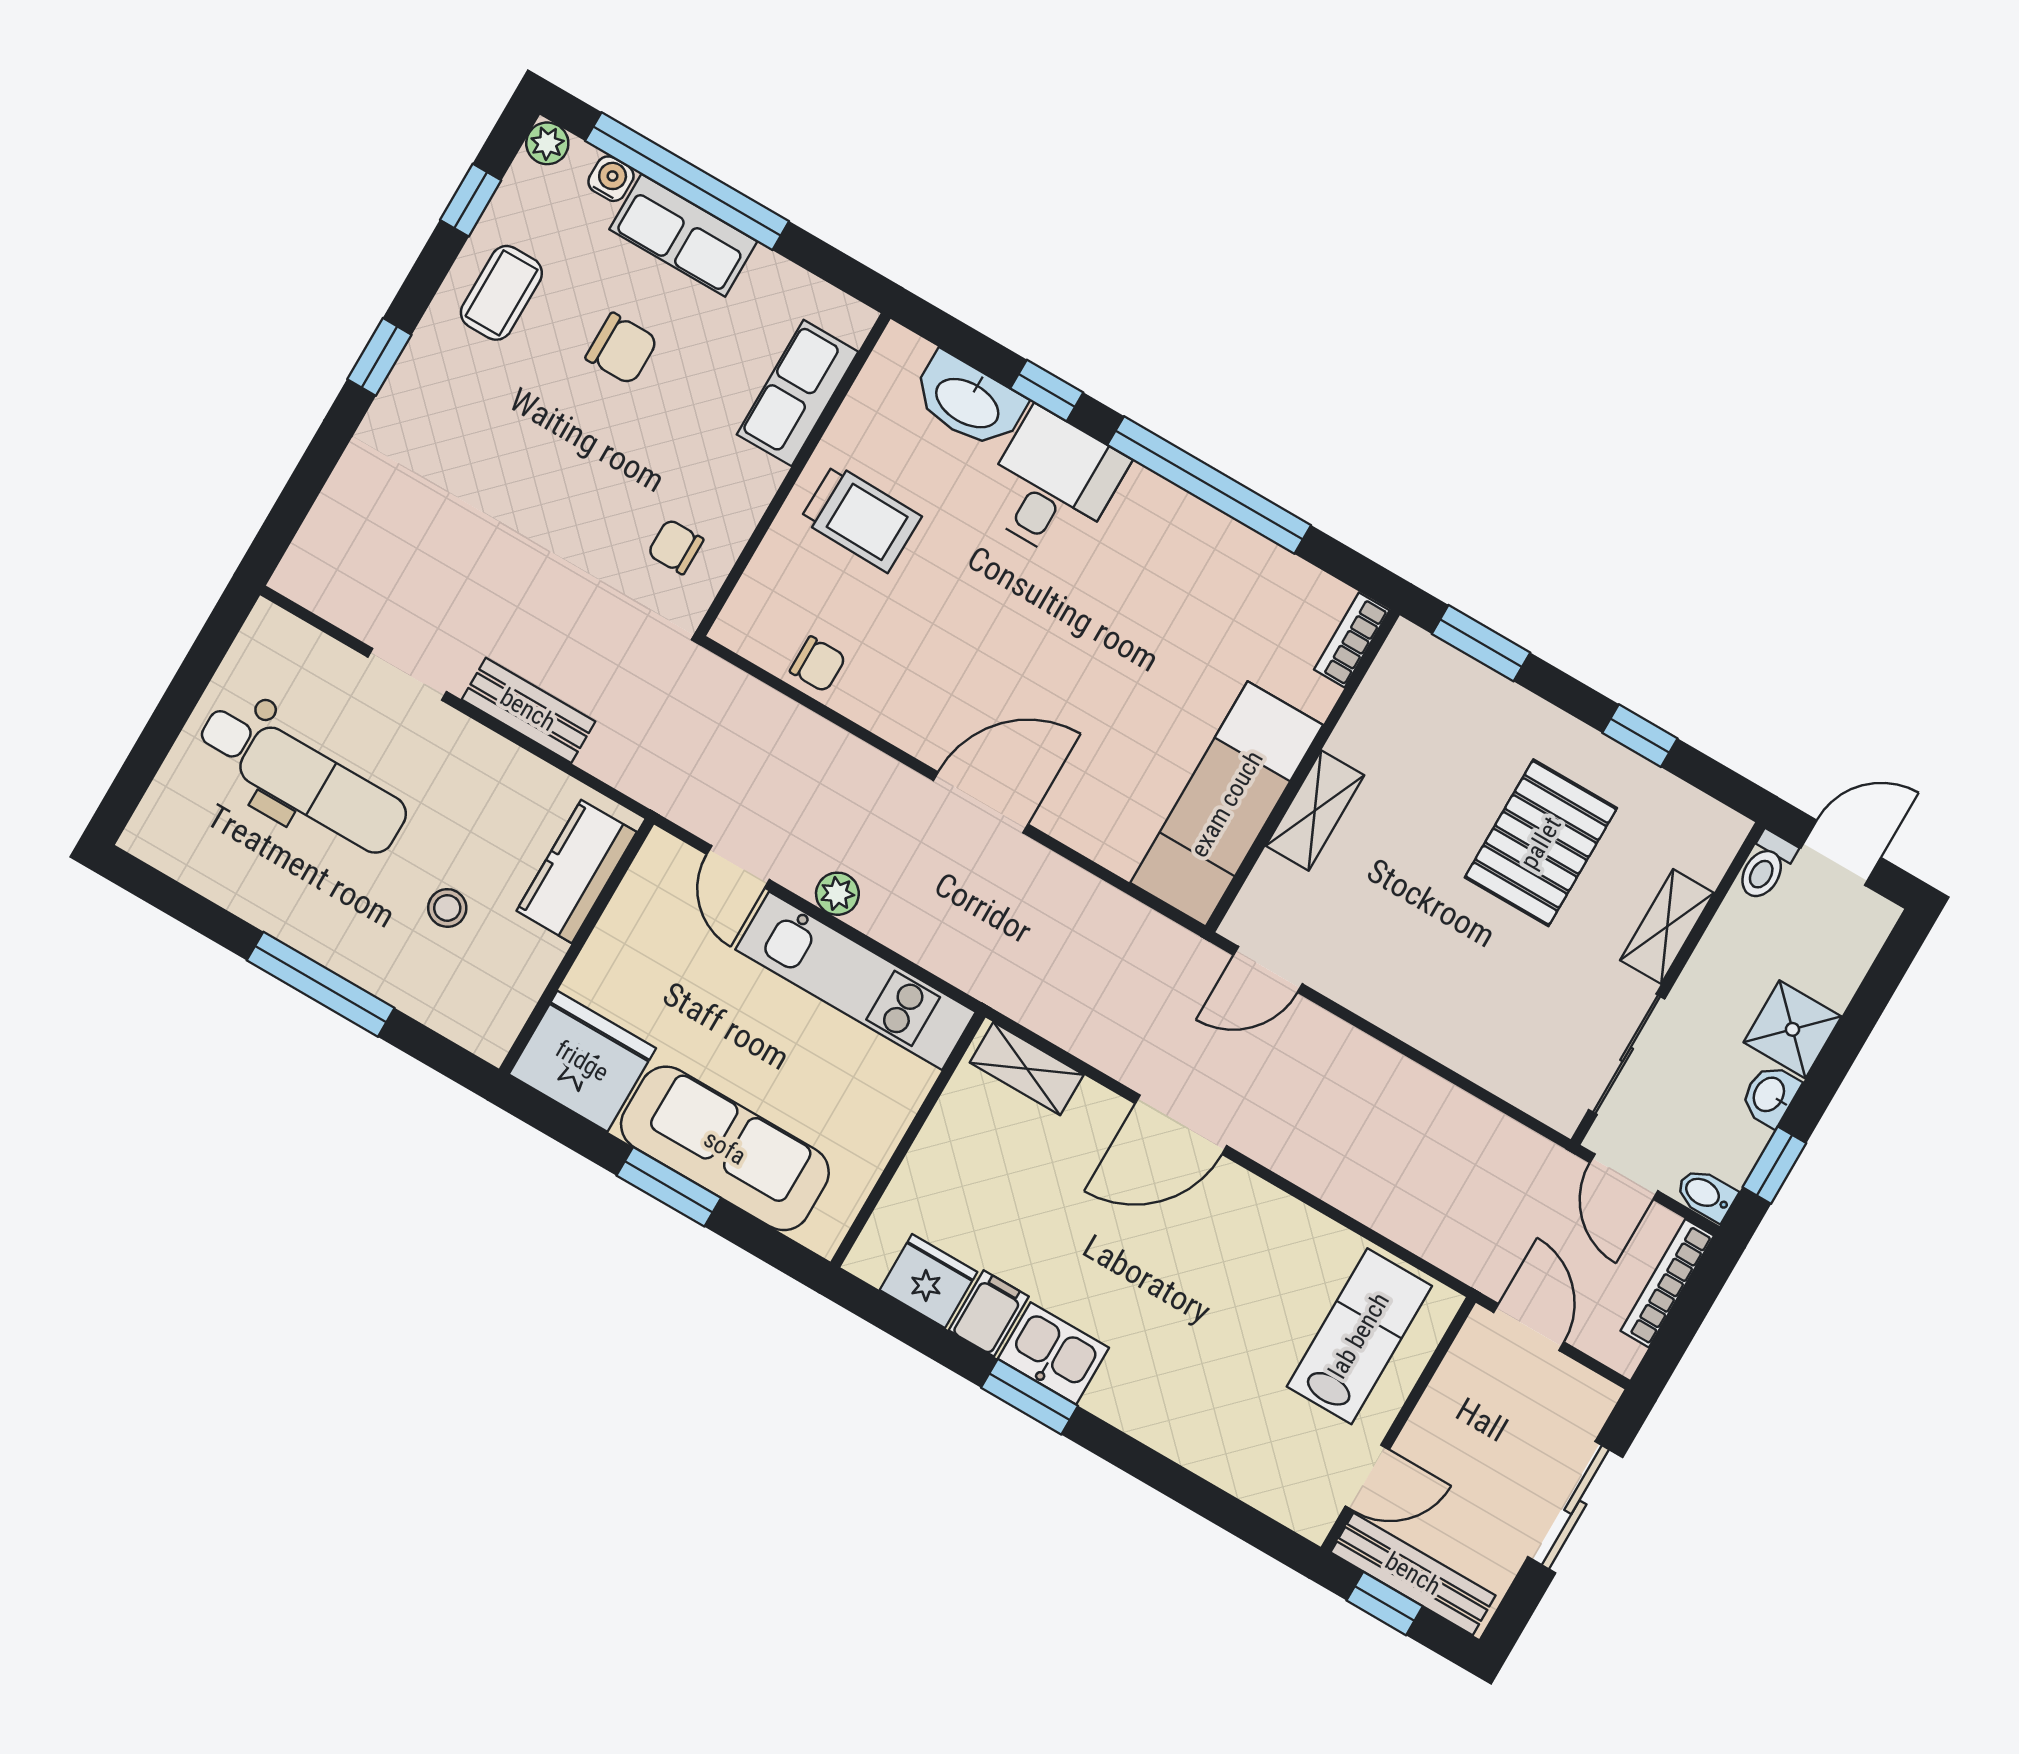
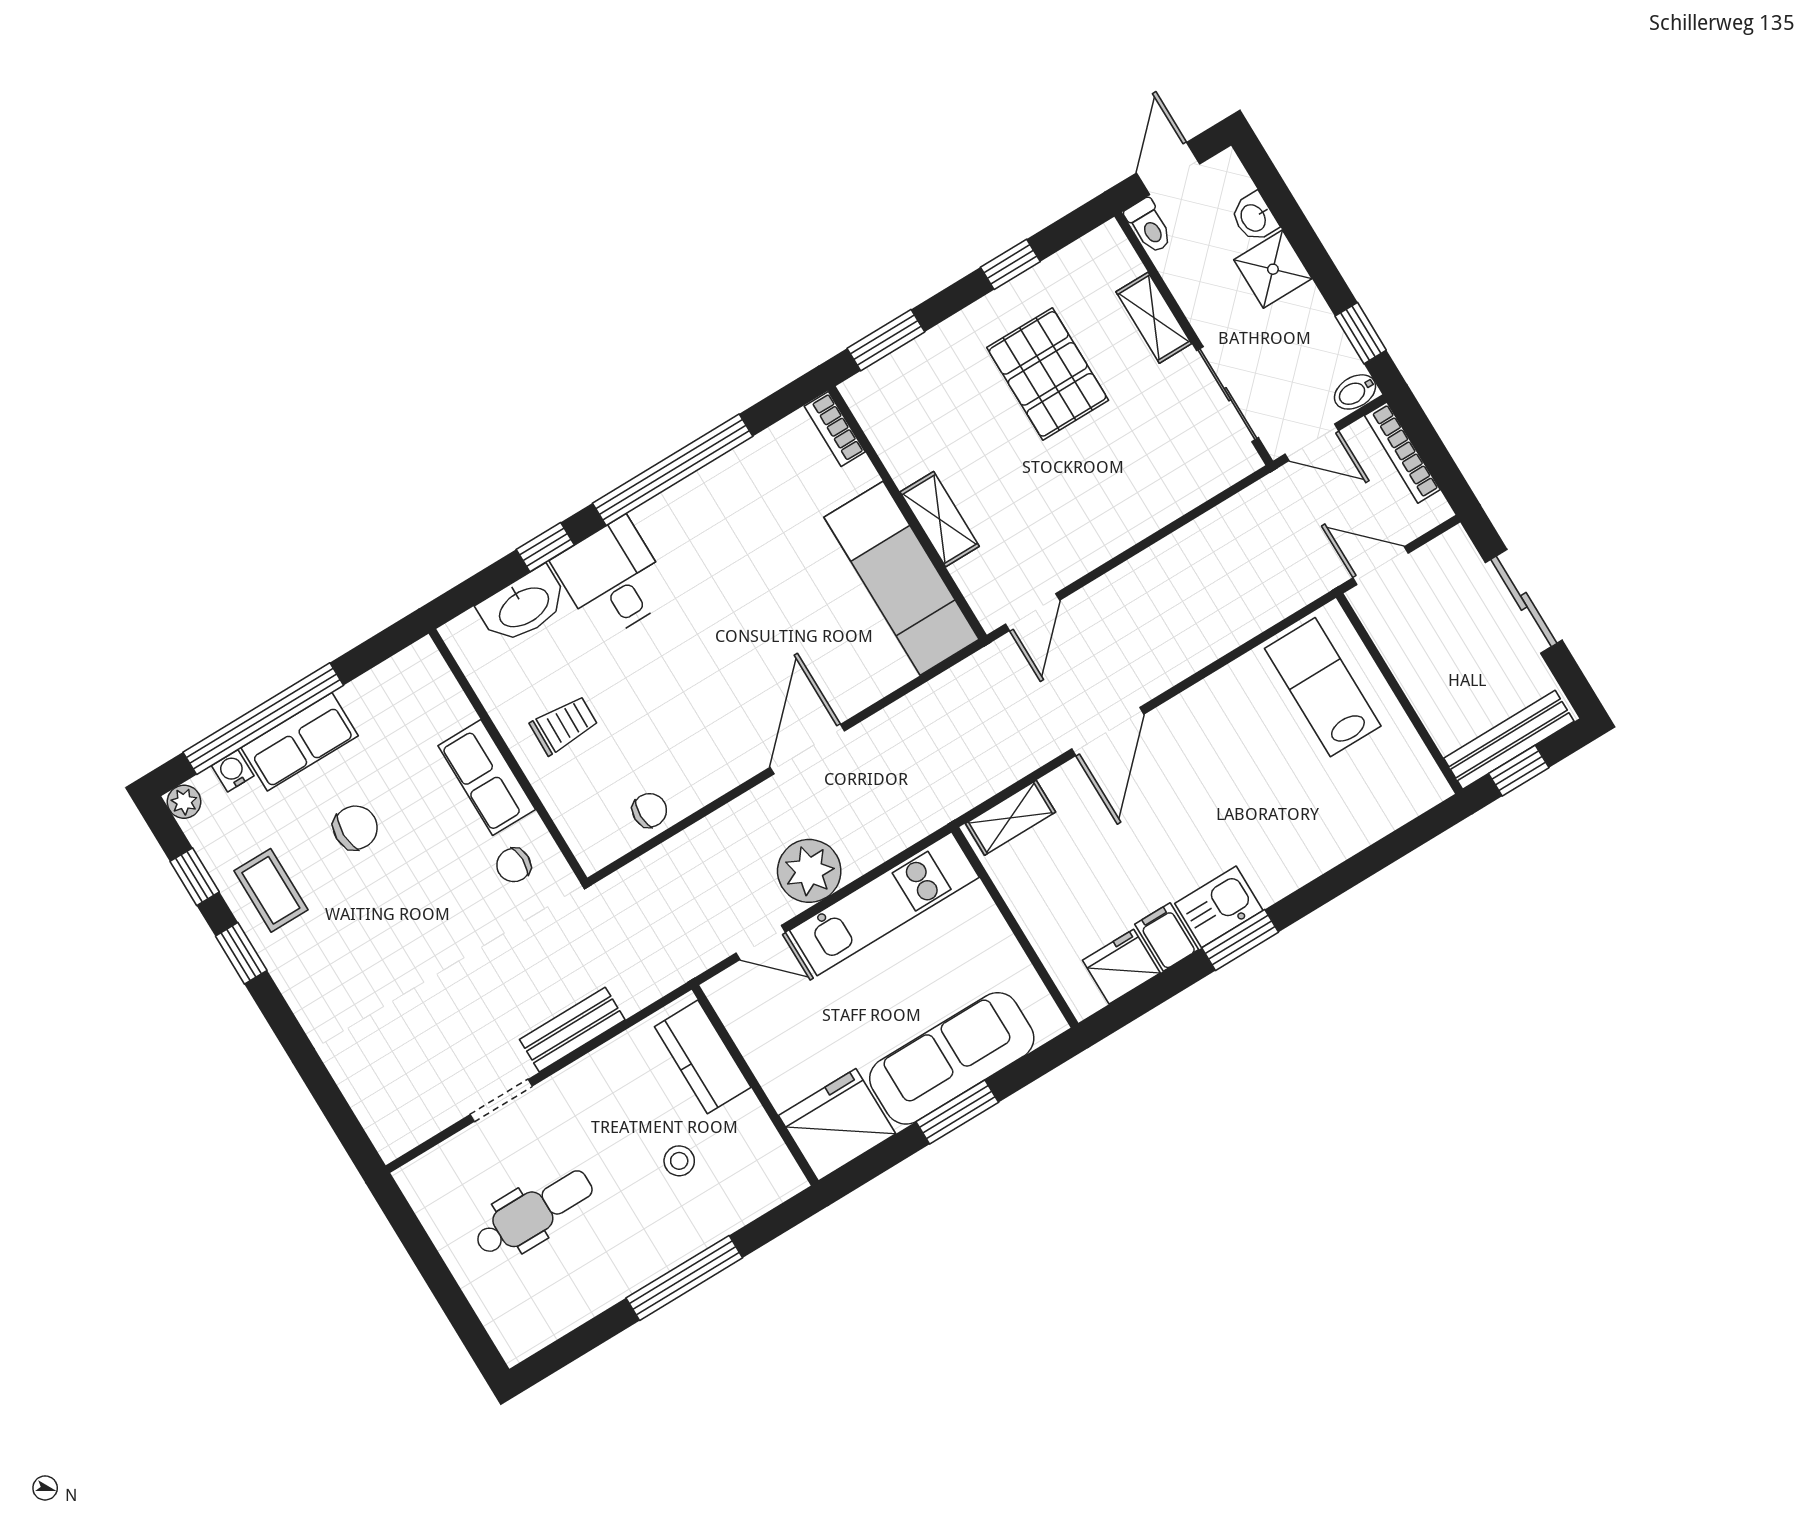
window: (379, 357) -> (241, 953), moved
row of seats: (798, 393) -> (487, 778), moved
trolley: (861, 518) -> (564, 725), width x0.73, depth x0.72
dental chair: (302, 778) -> (534, 1213), width x0.73, depth x0.72
plant: (837, 894) -> (809, 871), width x1.88, depth x1.88
washbasin: (1770, 1095) -> (1254, 217), moved
door: (1367, 1478) -> (1425, 735), removed

